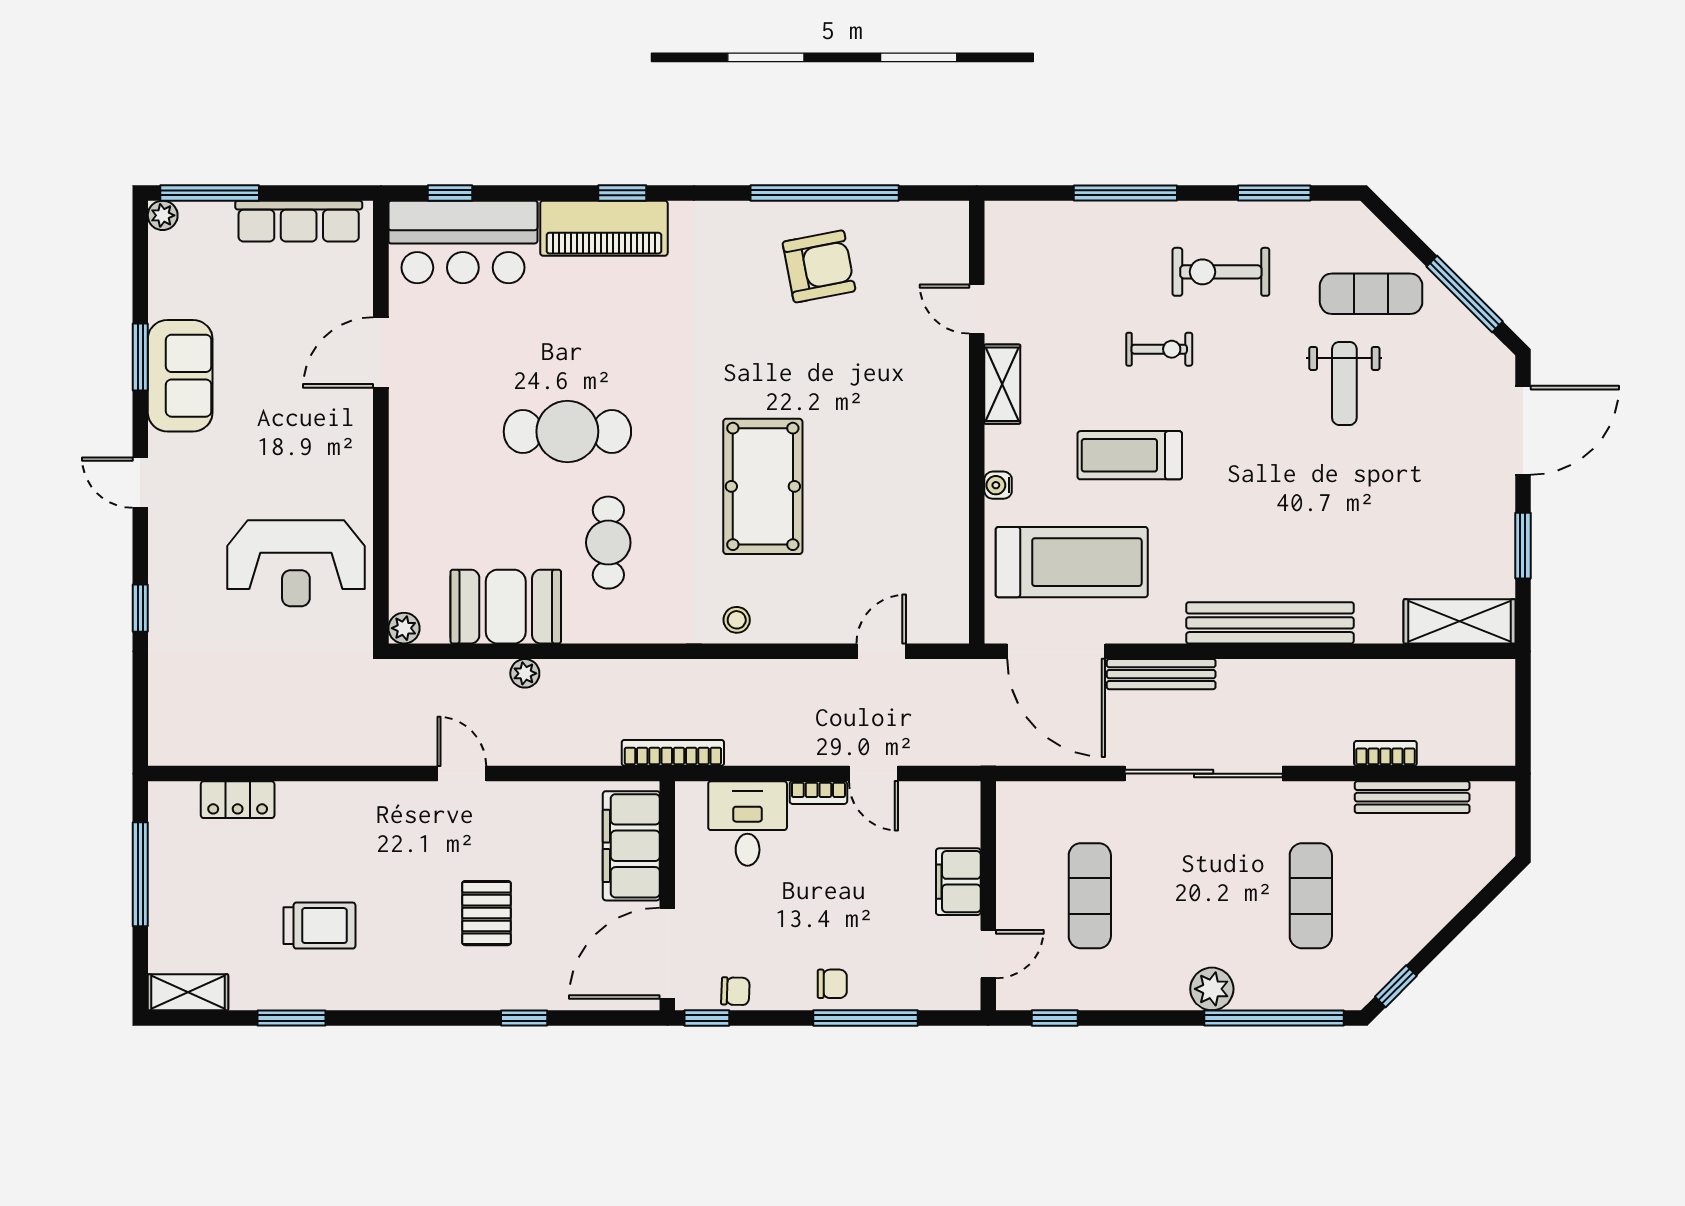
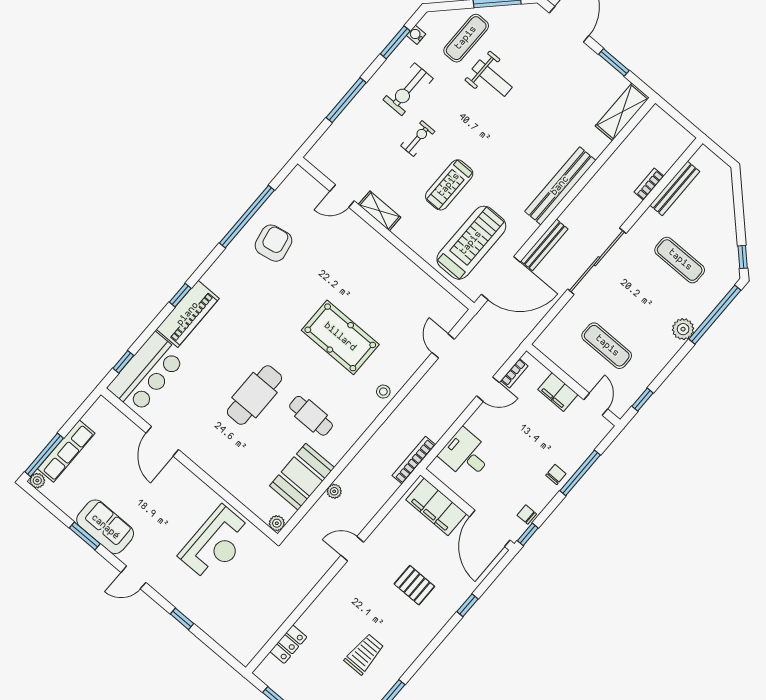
row of seats: (299, 221) -> (66, 451), moved
water cooler: (998, 485) -> (416, 35), moved, turned 90
bookcase: (818, 793) -> (514, 373), moved
chair: (735, 991) -> (527, 515), turned -92

